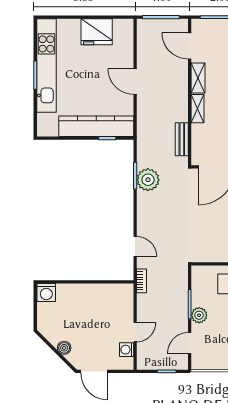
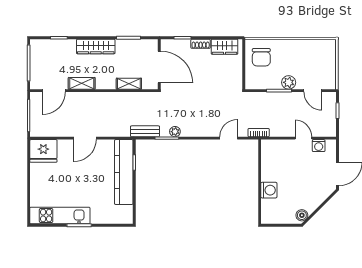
fridge: (97, 32) -> (43, 151), moved, turned 90
kitchen unit: (46, 65) -> (60, 216), width x0.73
shelving: (198, 109) -> (129, 84), moved
bench: (182, 139) -> (145, 131), moved
plant: (148, 180) -> (175, 132), width x0.53, depth x0.53
washing machine: (46, 293) -> (269, 190), moved
boiler: (64, 348) -> (302, 215), moved

